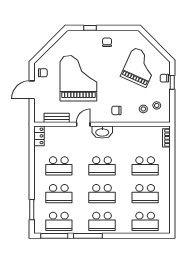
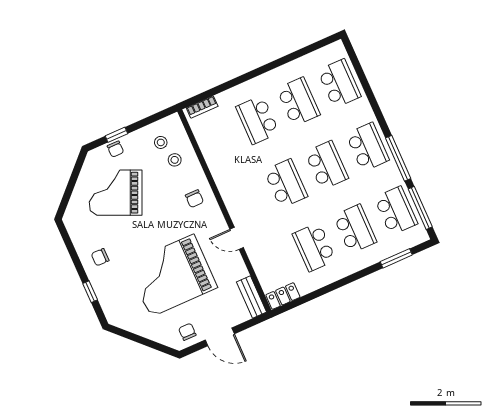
bench: (57, 118) -> (251, 297), moved
washbasin: (102, 132) -> (236, 205), removed
school desk: (59, 166) -> (314, 247), turned 180
school desk: (145, 166) -> (257, 120), turned 180

